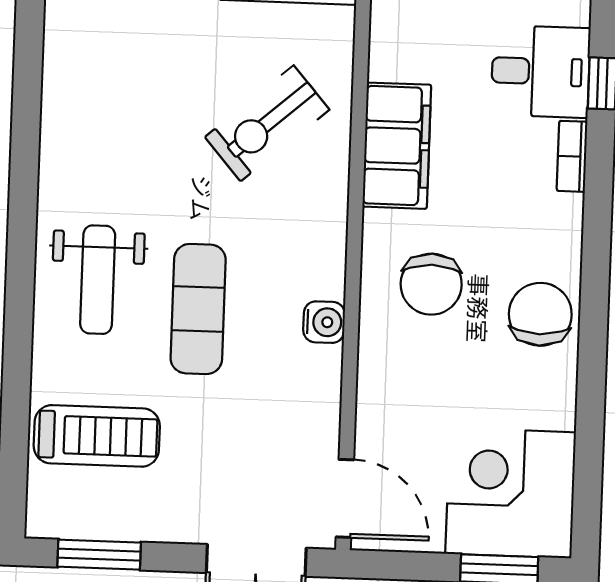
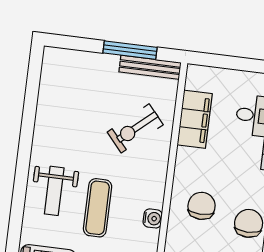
filing cabinet: (397, 146) -> (195, 119), moved
chair: (431, 284) -> (202, 206), turned 180

